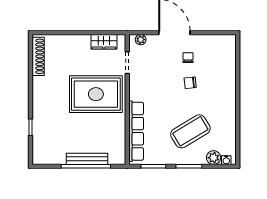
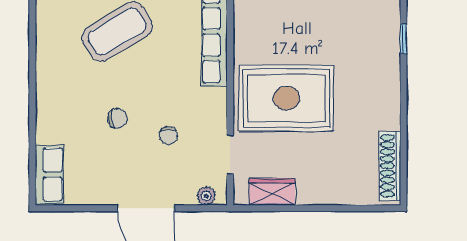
row of seats: (228, 52) -> (49, 175), added
chair: (188, 58) -> (168, 135), moved

